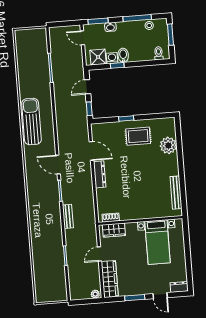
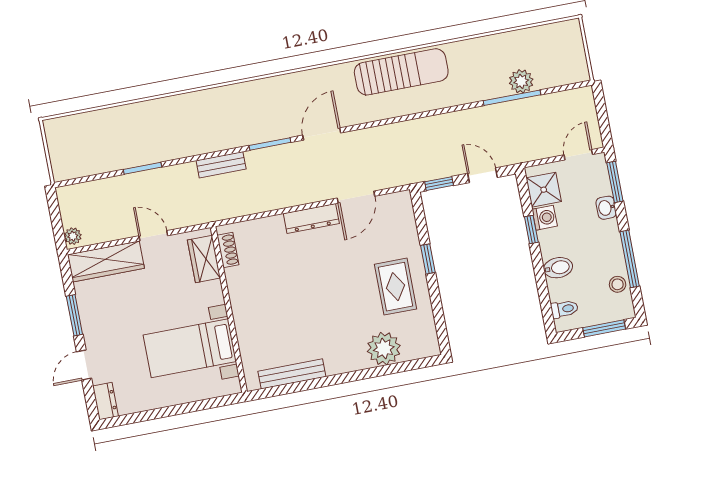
bidet: (123, 55) -> (558, 268), moved
plant: (43, 62) -> (521, 81), added

